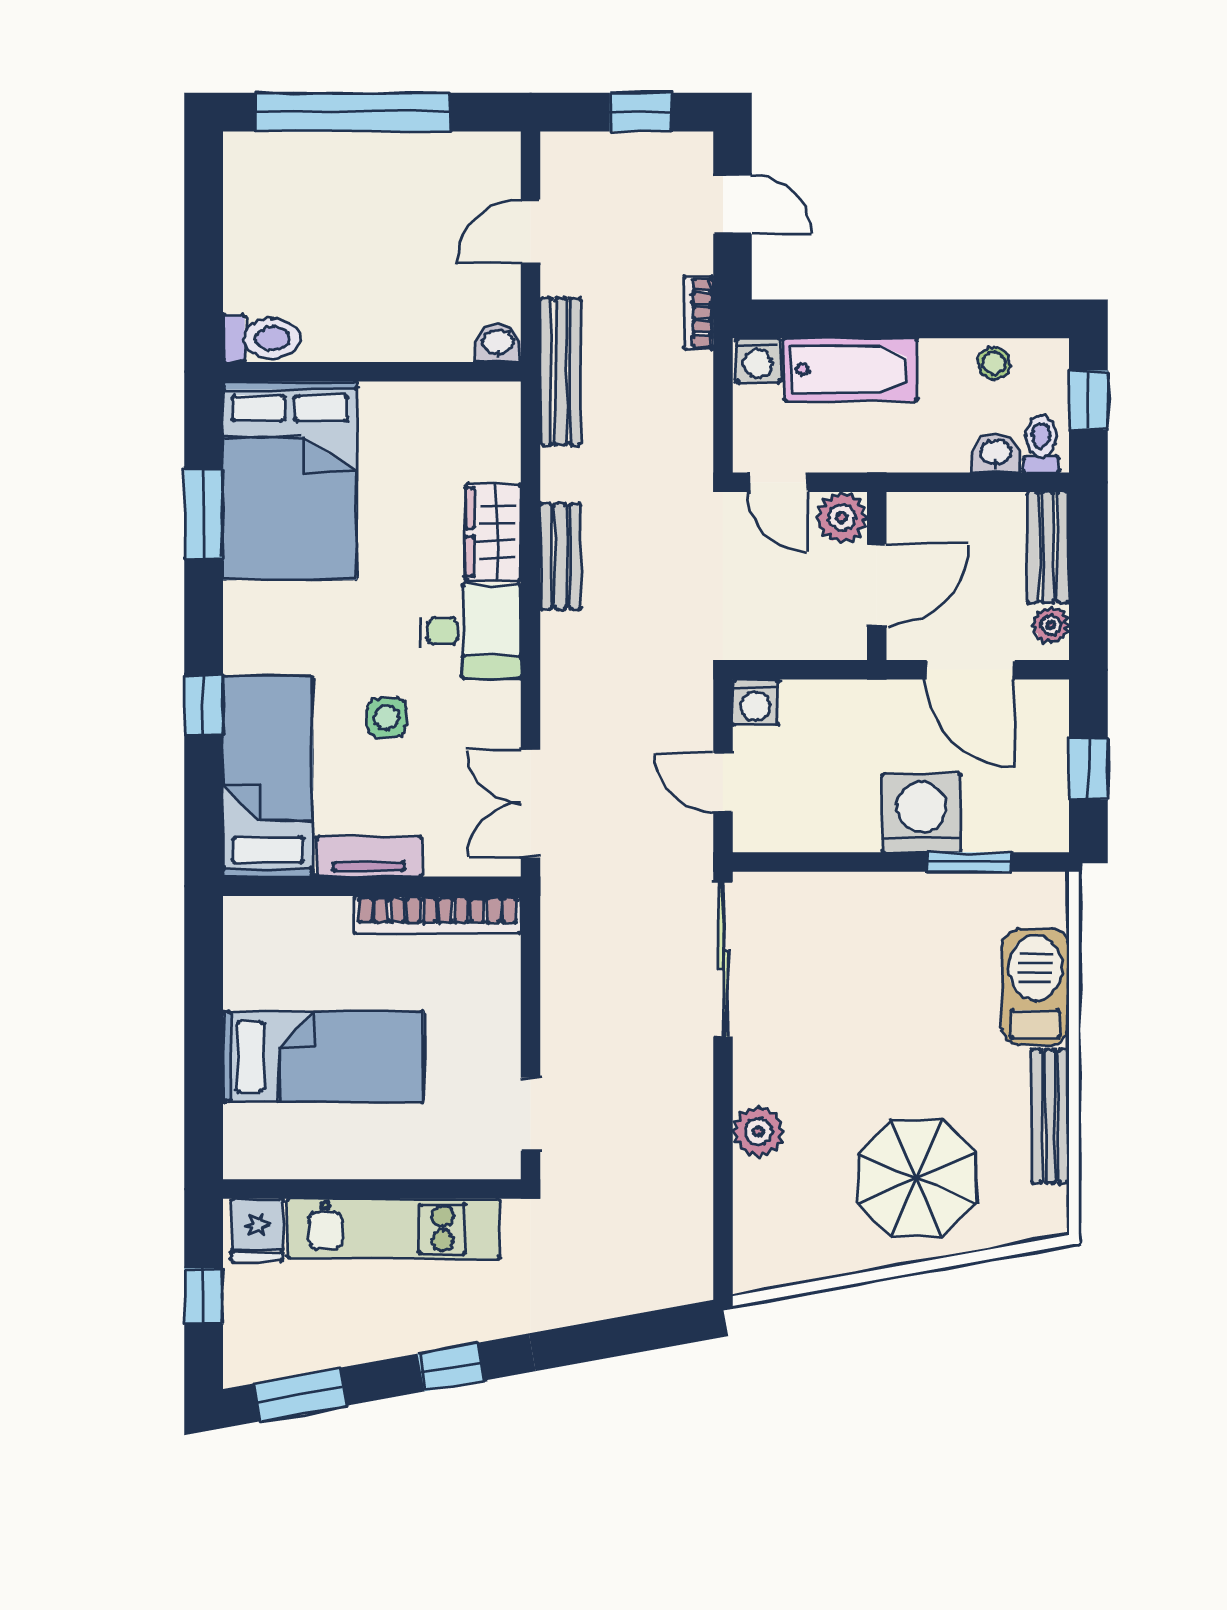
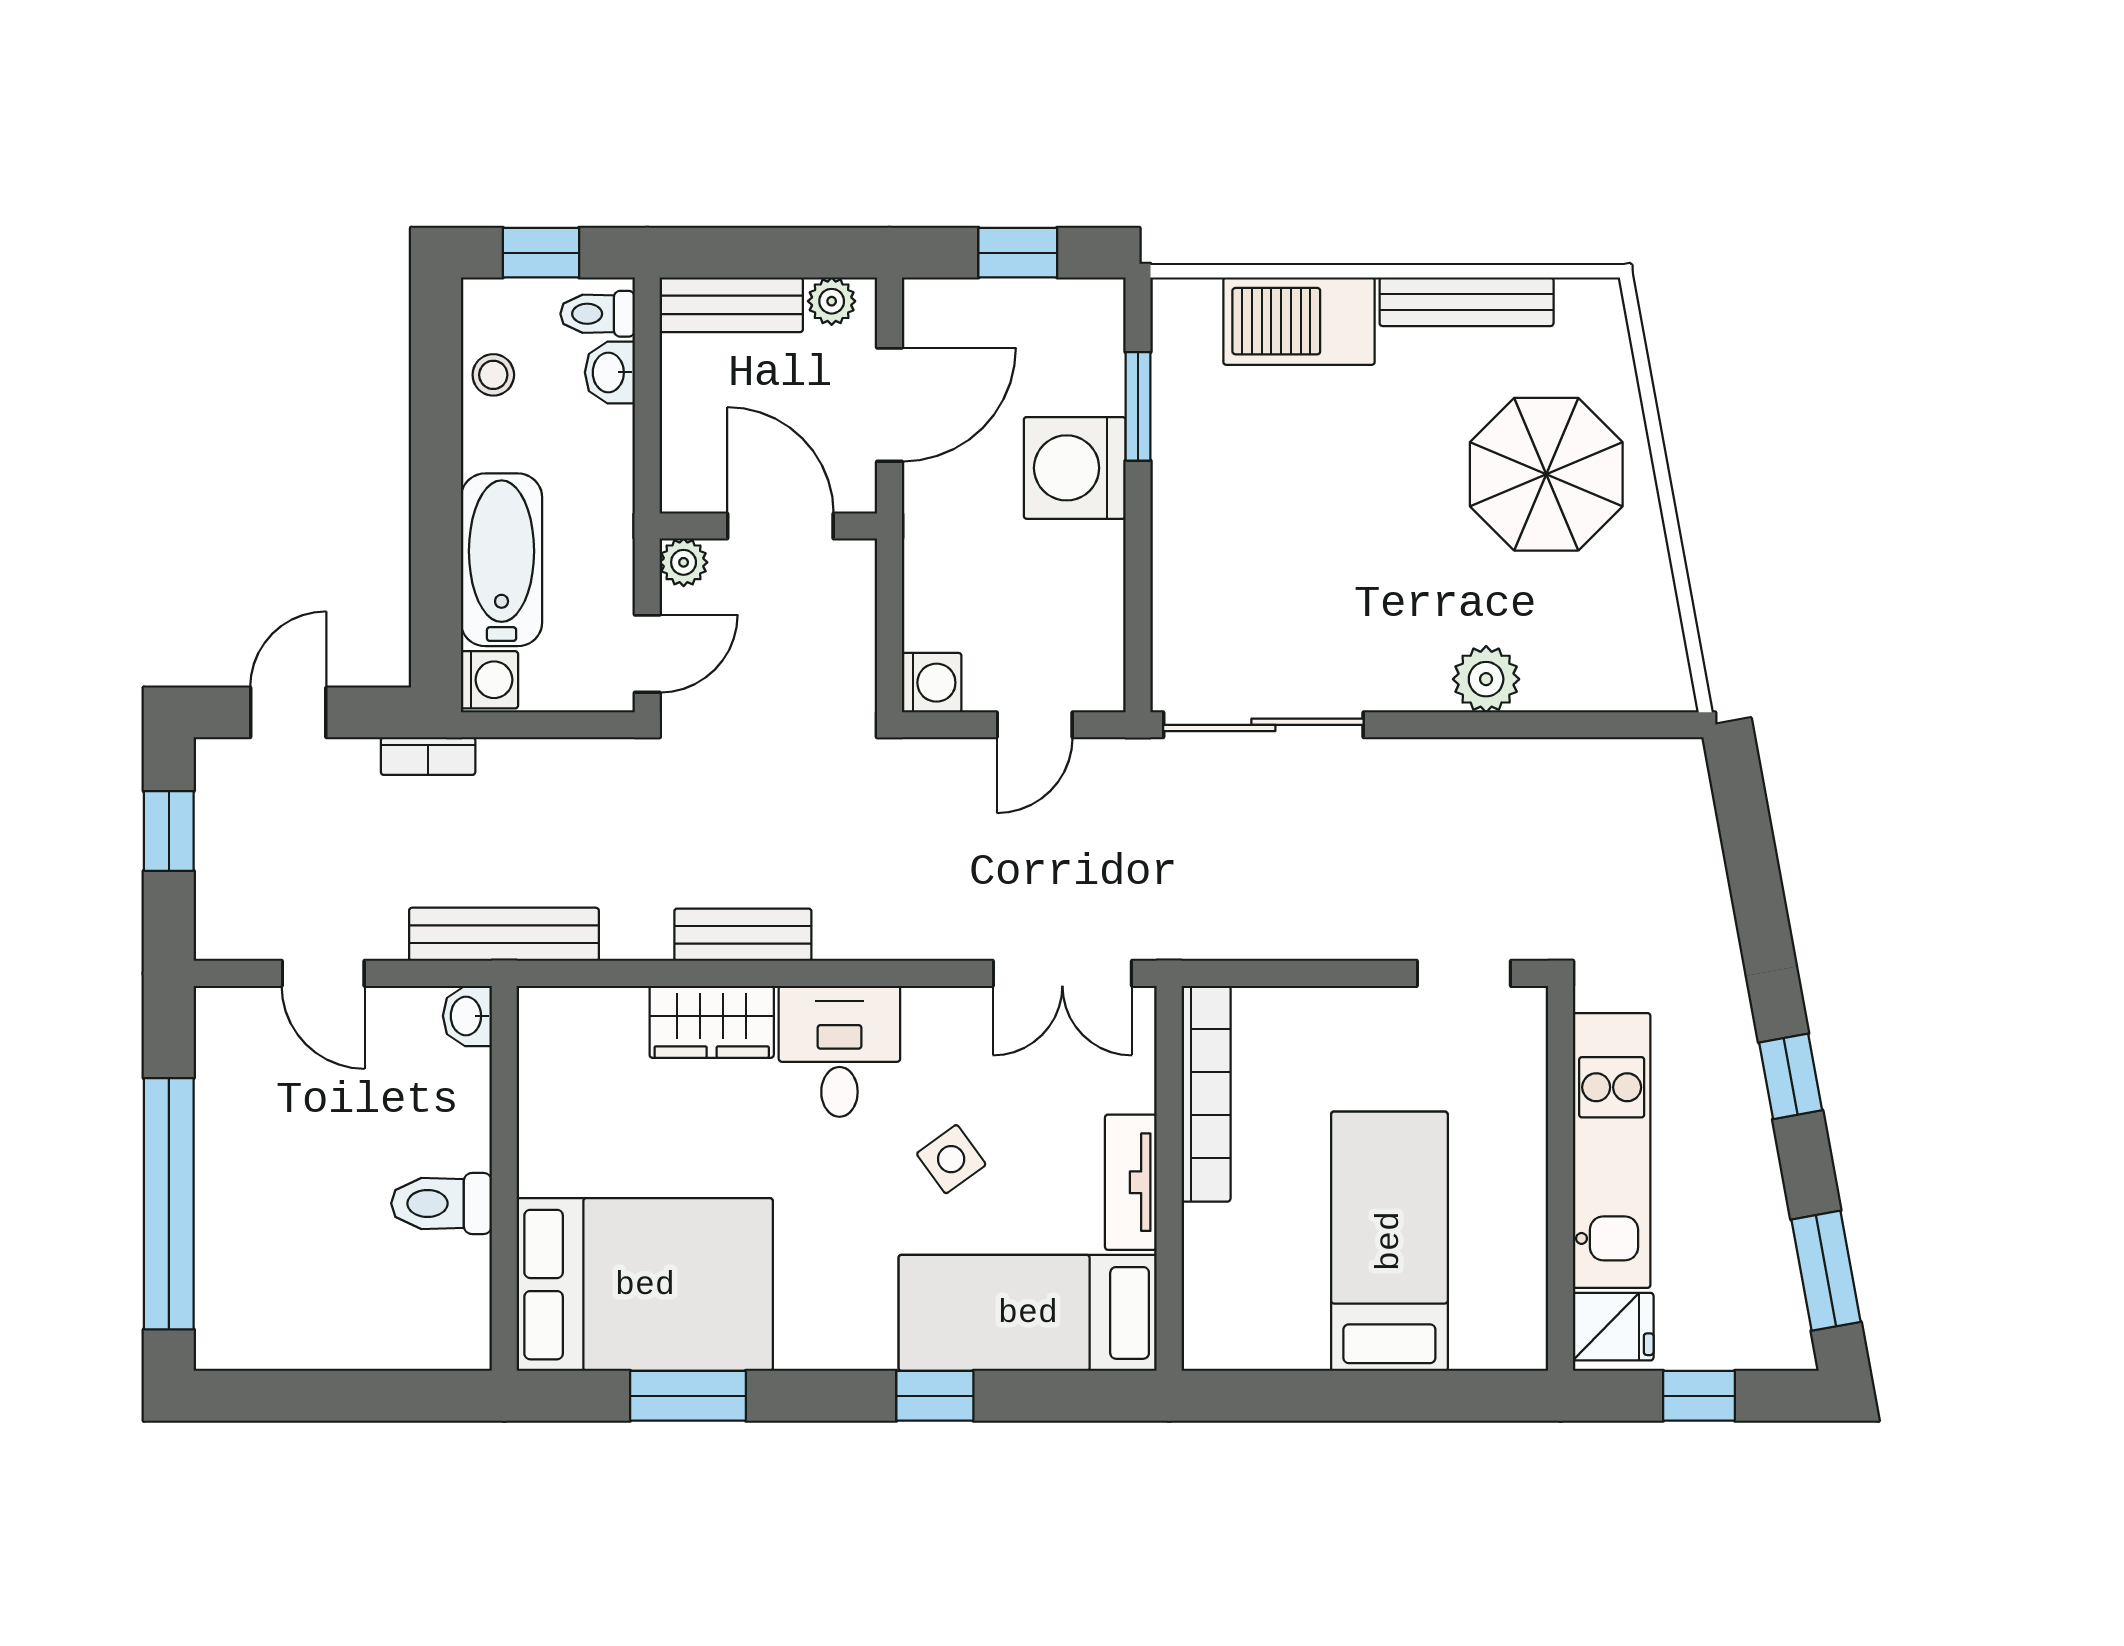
toilet: (262, 338) -> (442, 1203), moved, turned -90
plant: (842, 517) -> (684, 562), width x0.73, depth x0.73
side table: (387, 718) -> (951, 1159), turned -36

